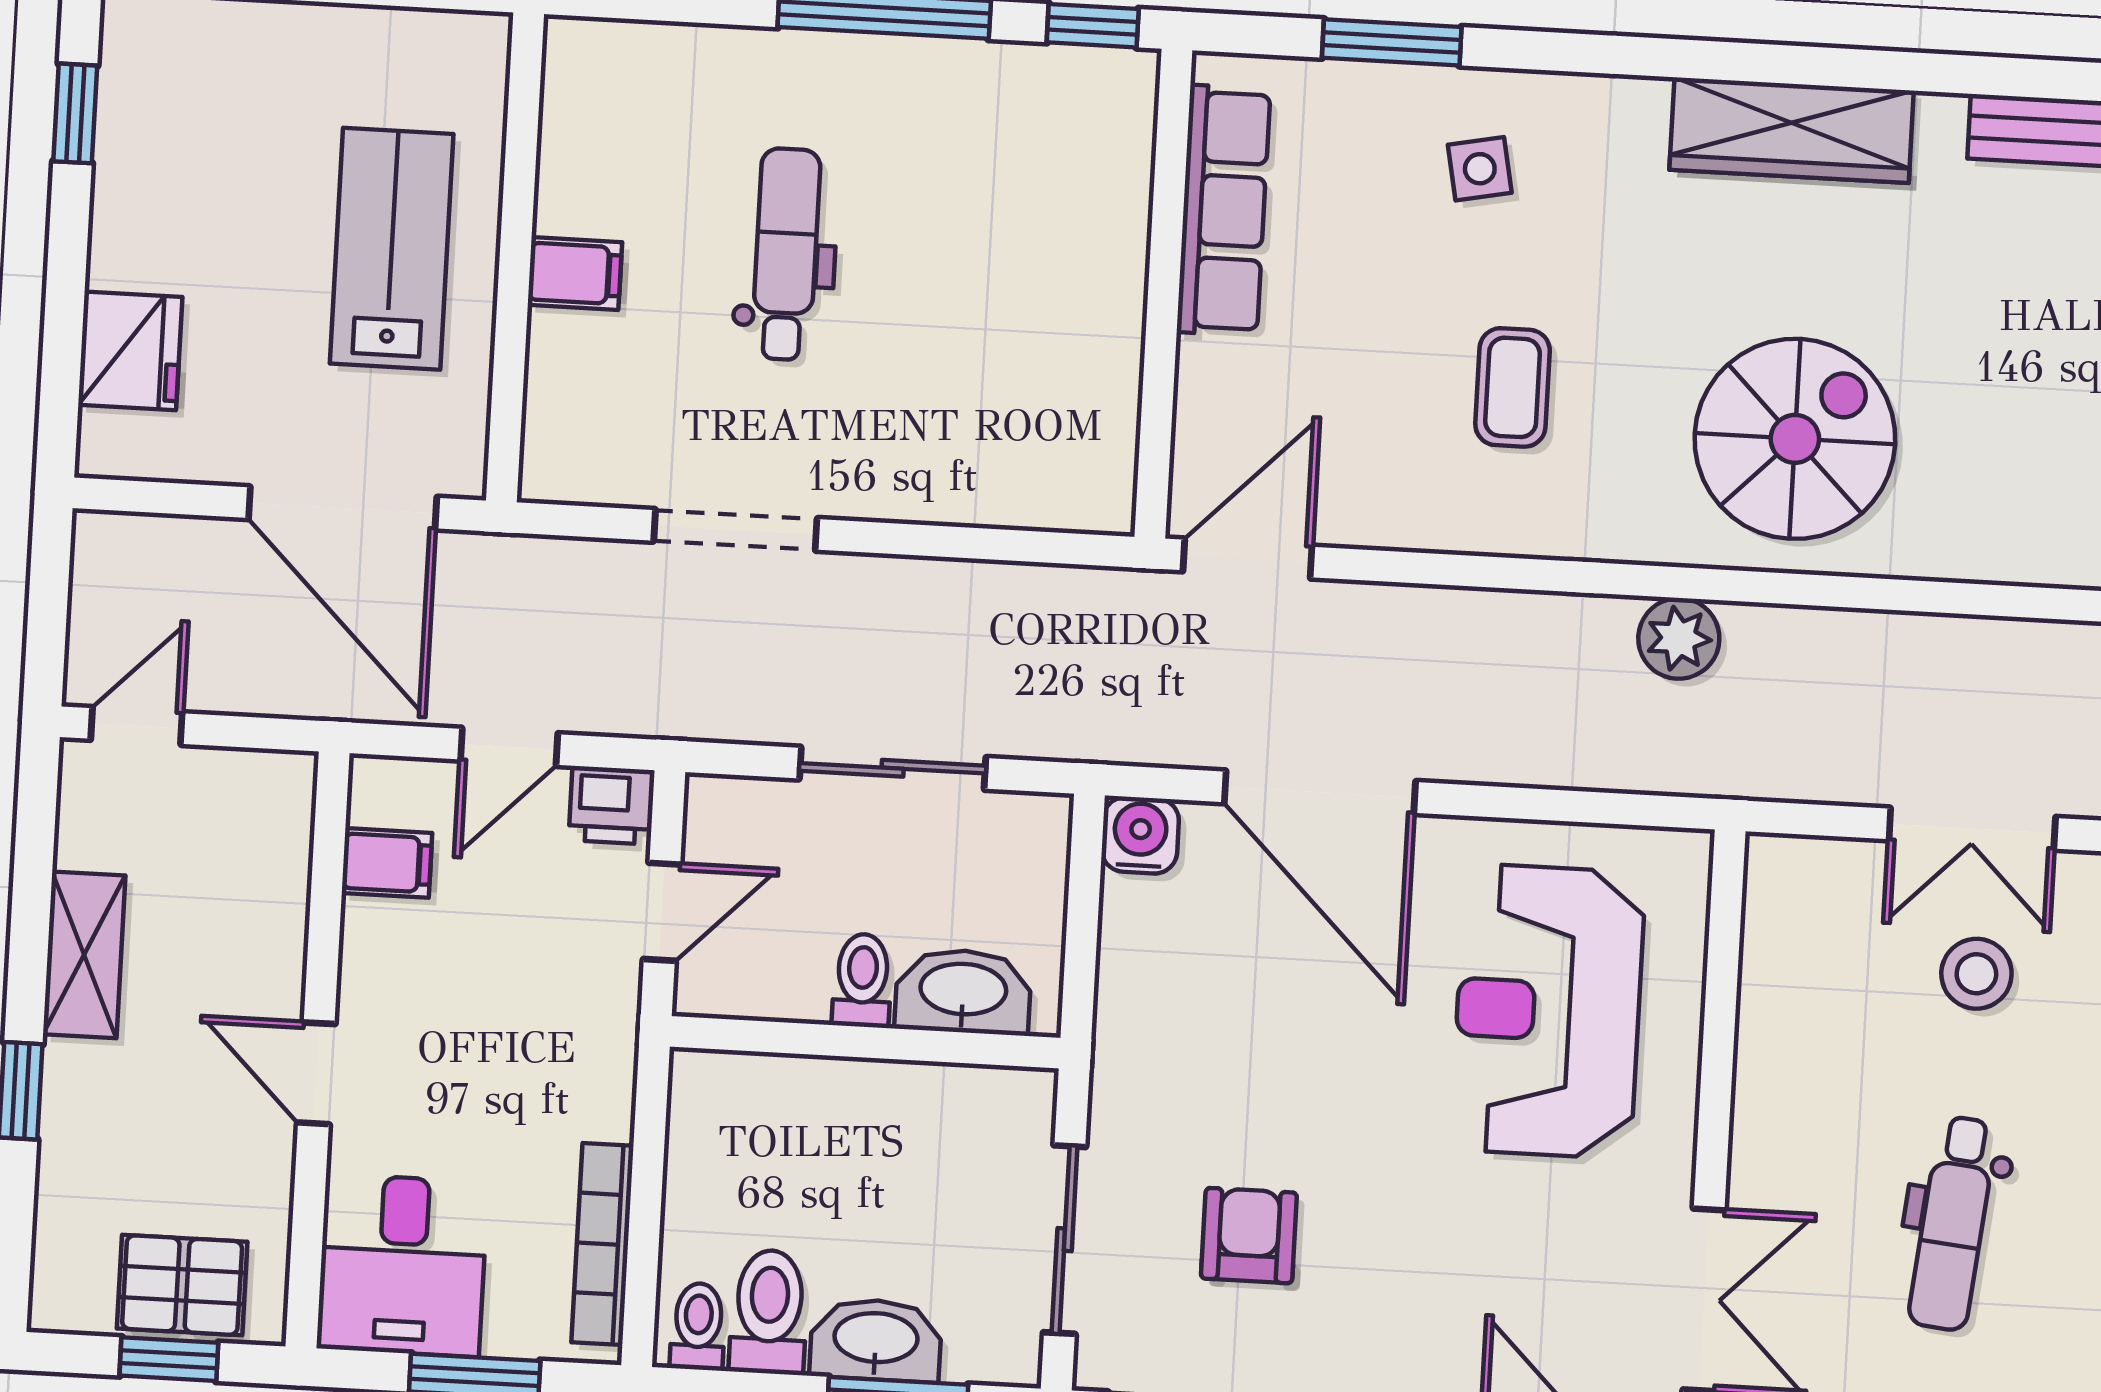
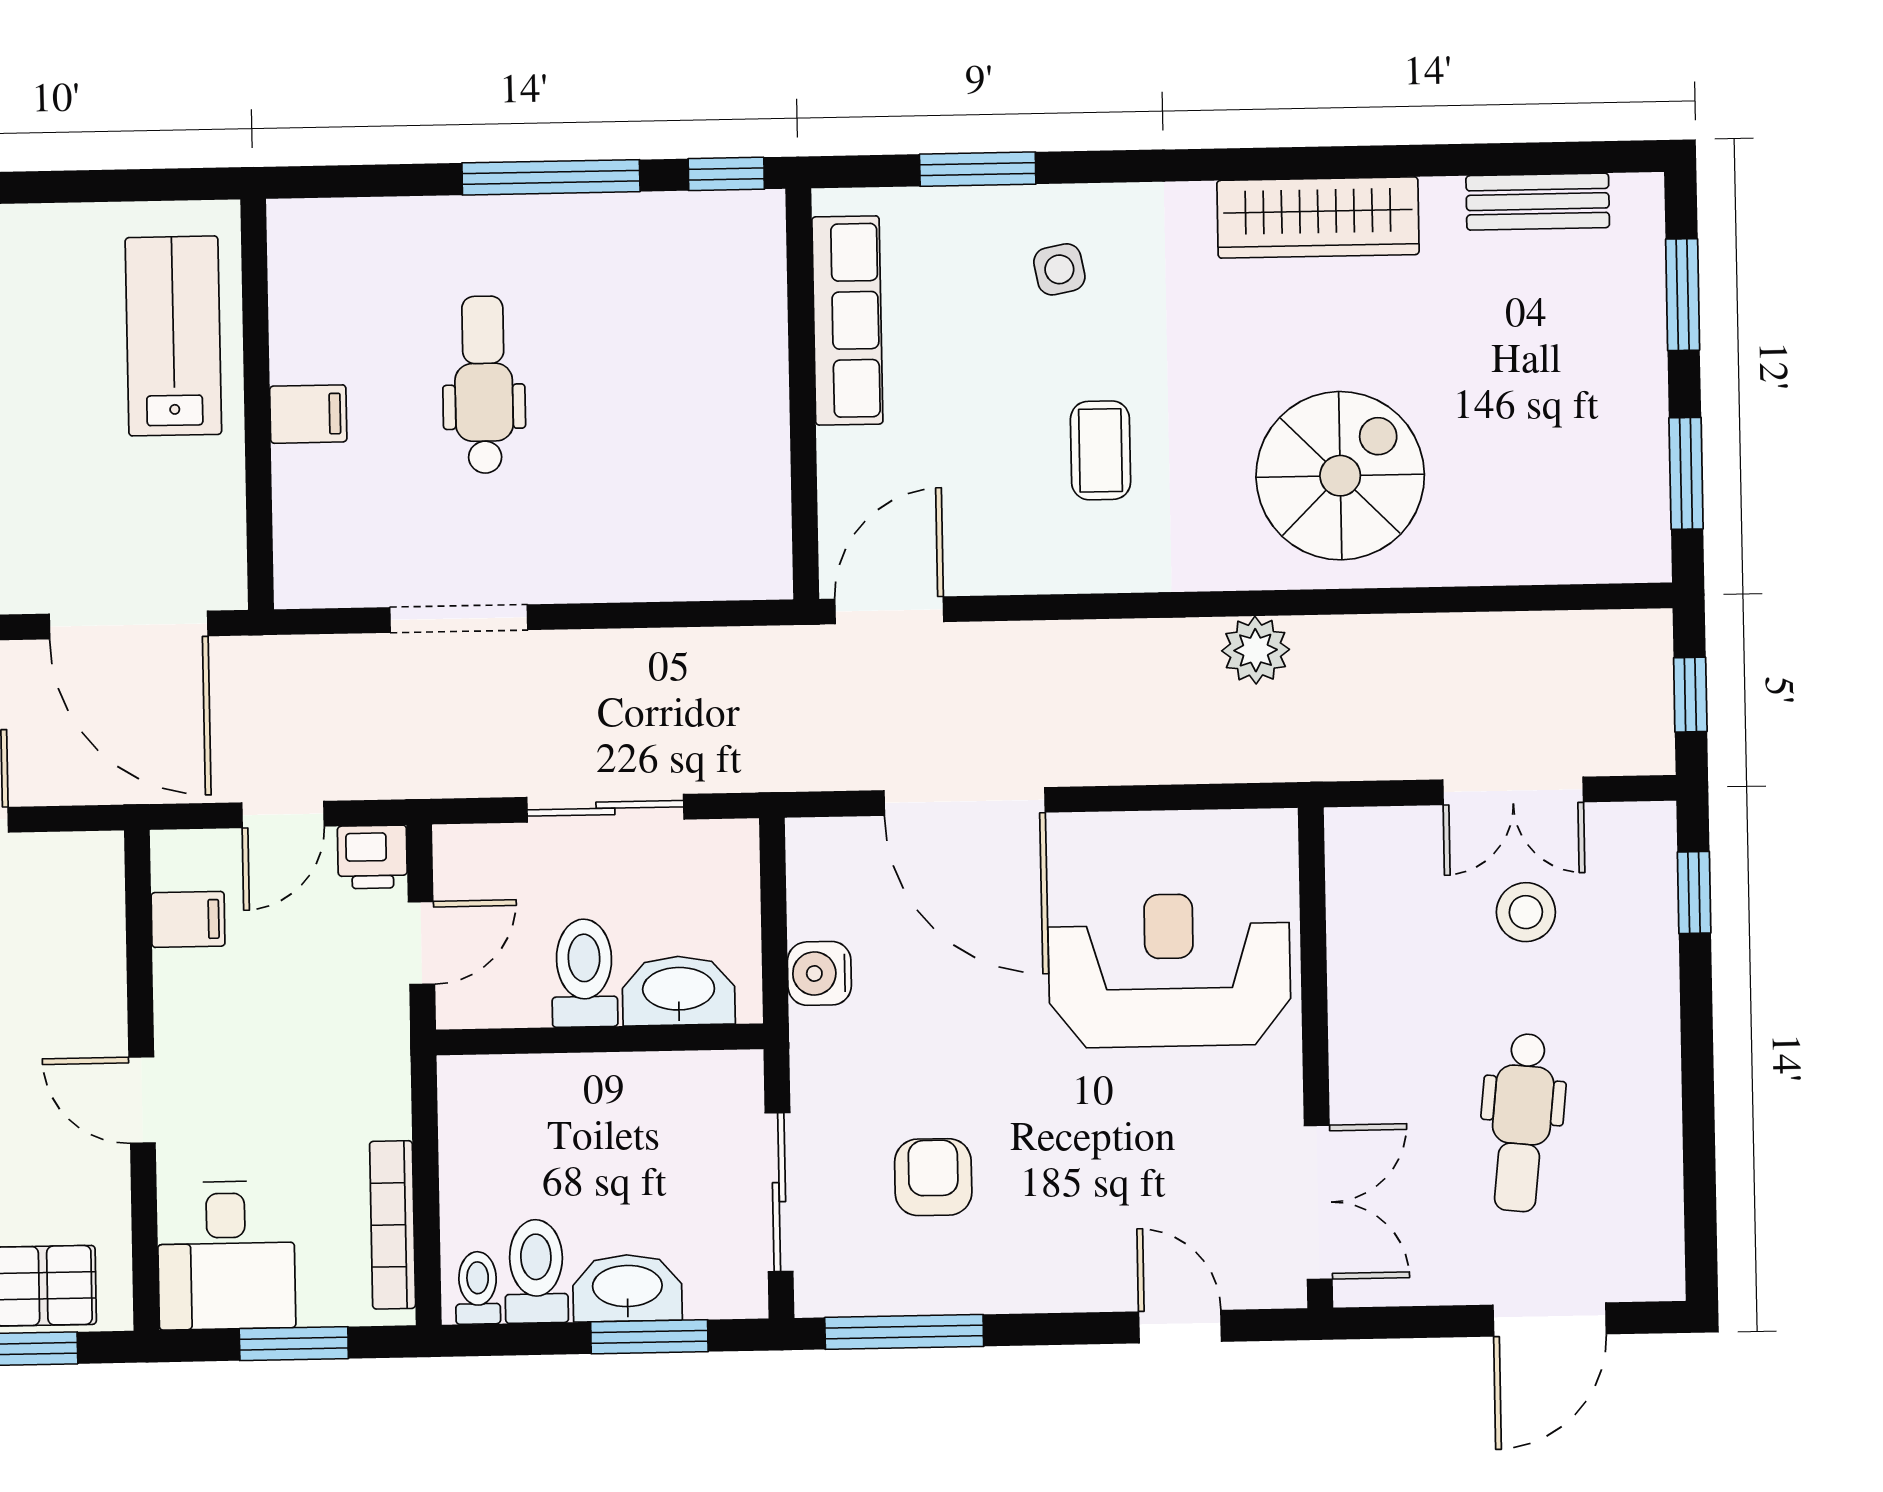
lab bench: (392, 249) -> (173, 336), moved
water cooler: (1140, 835) -> (819, 973), moved, turned -90
toilet: (862, 980) -> (584, 973), width x1.37, depth x1.39
reception desk: (1548, 1011) -> (1169, 970), turned 90

